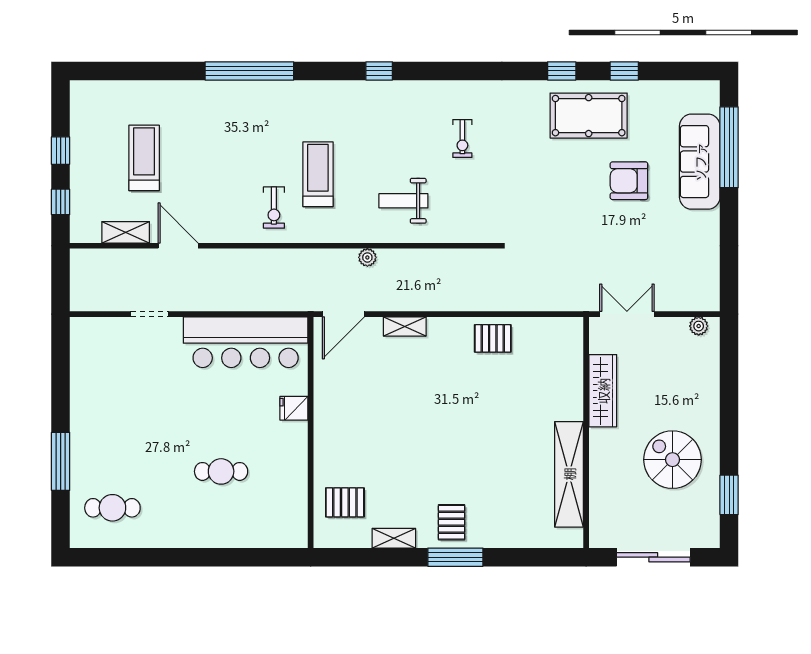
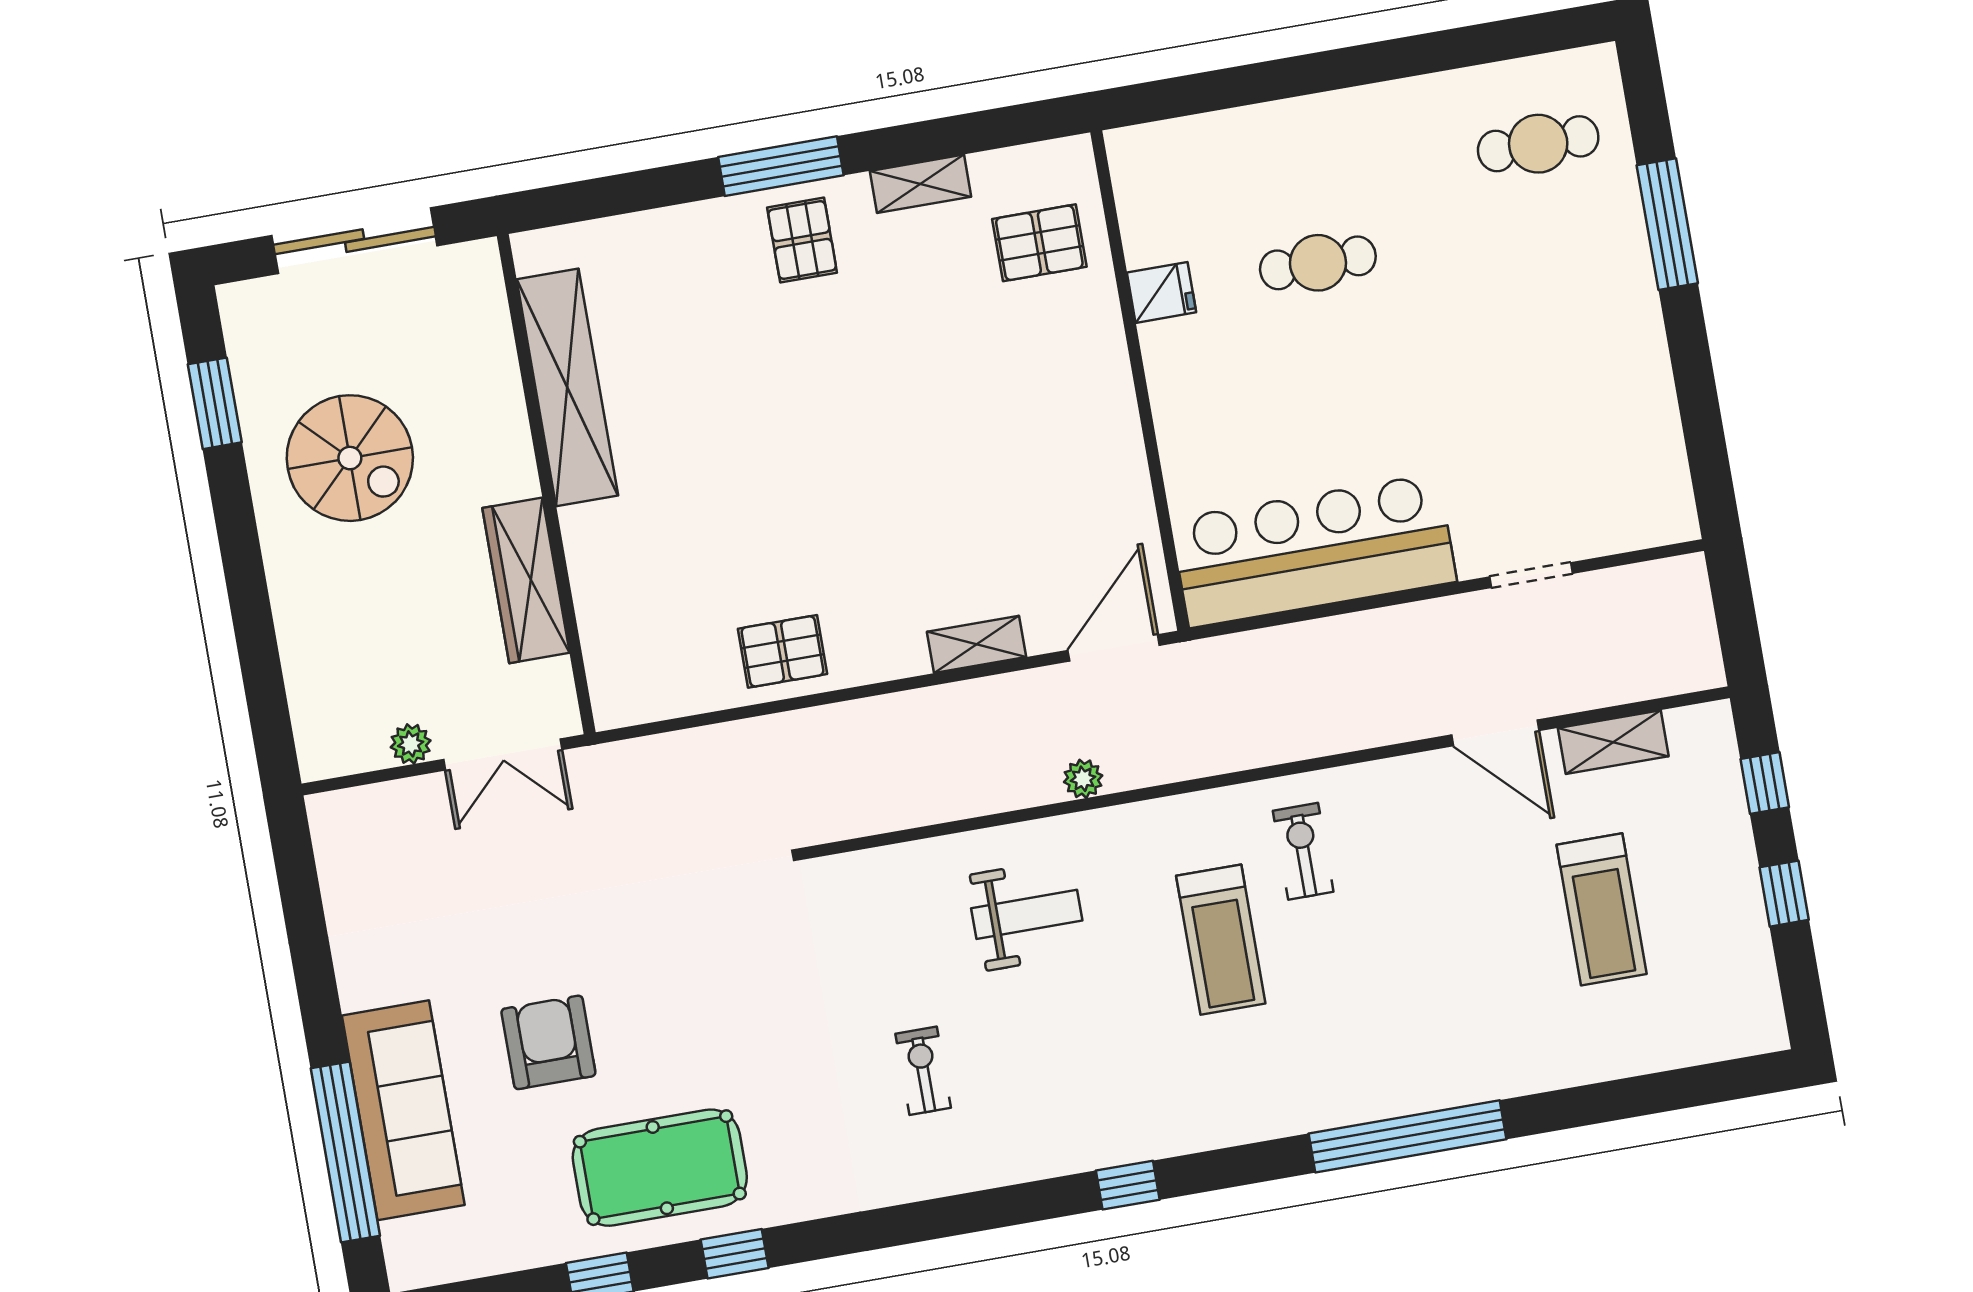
armchair: (629, 181) -> (548, 1042), turned -90
plant: (699, 326) -> (411, 744), moved
fridge: (294, 408) -> (1161, 292), moved

